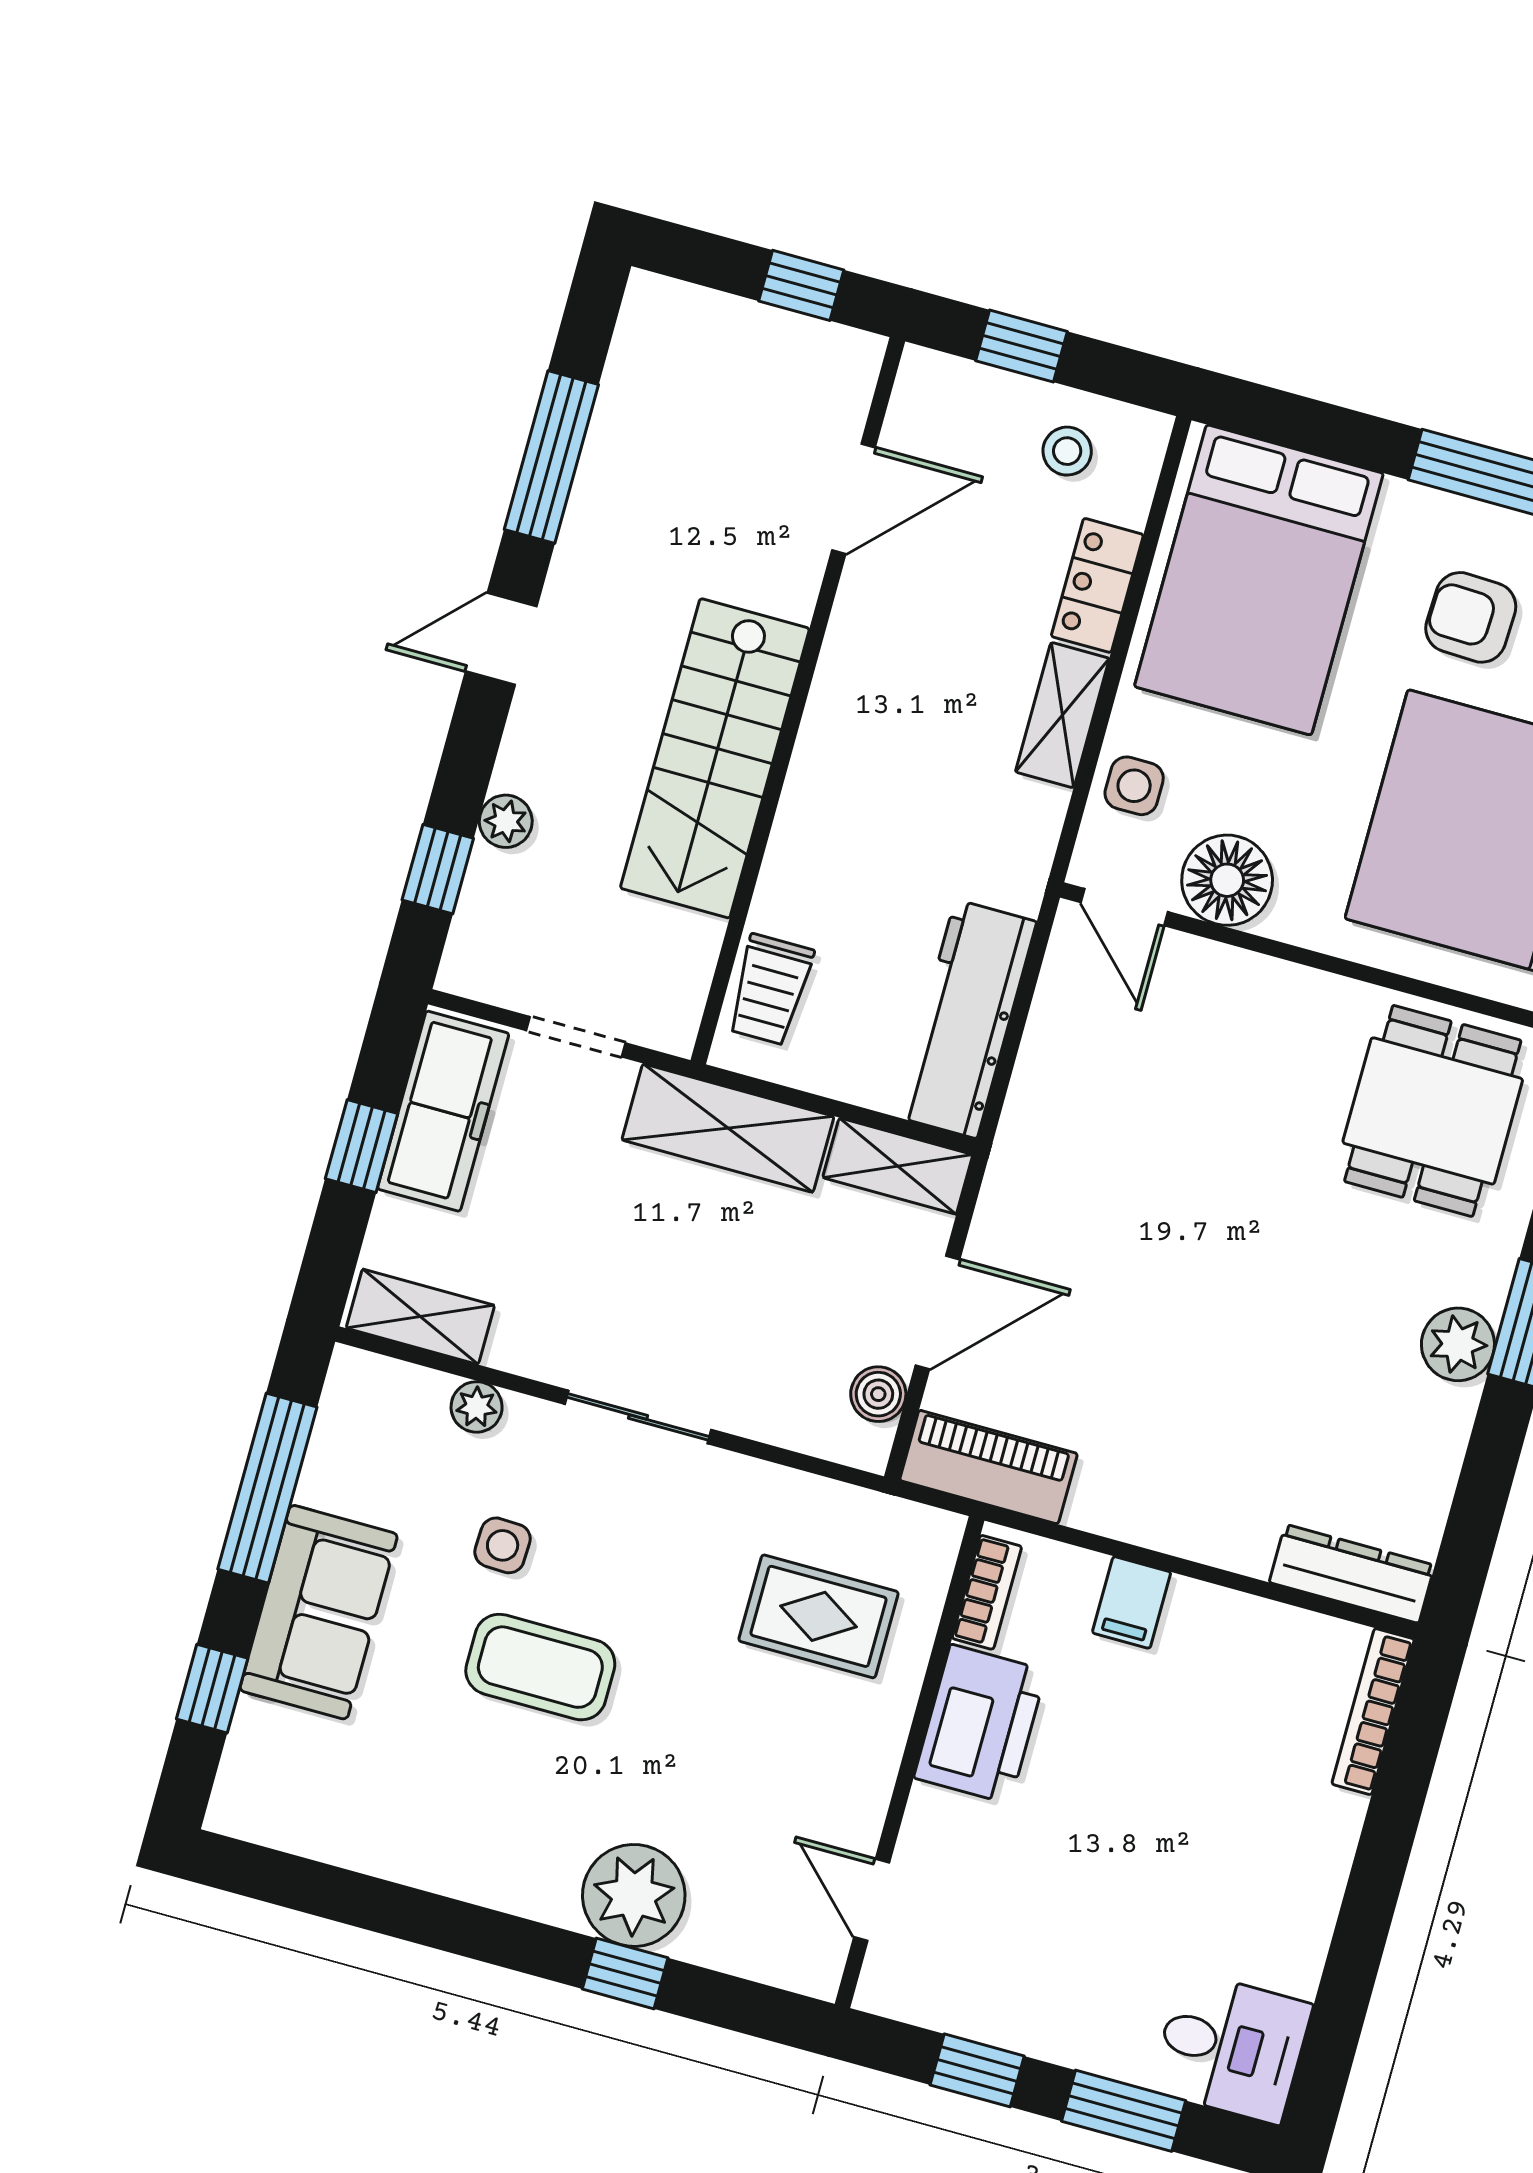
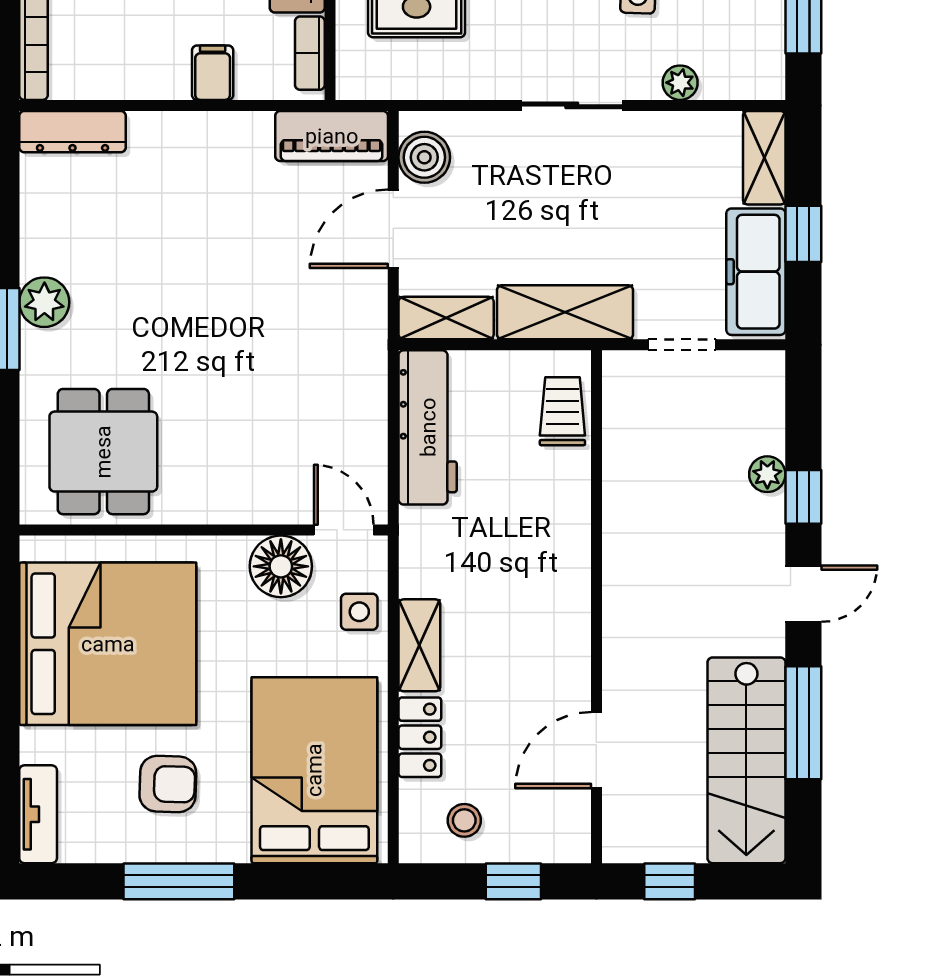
stairs: (715, 758) -> (746, 760), moved, turned 180
window: (438, 869) -> (803, 497), moved
shelving: (420, 1317) -> (764, 158), moved, turned 90
boiler: (878, 1394) -> (424, 157), width x1.36, depth x1.36

